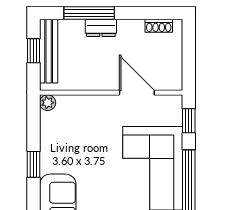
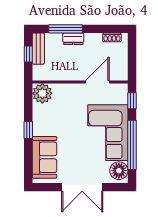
bench: (49, 51) -> (38, 49), width x0.73
door: (137, 93) -> (97, 82), hinge flipped
plant: (48, 103) -> (42, 93), width x1.87, depth x1.87

